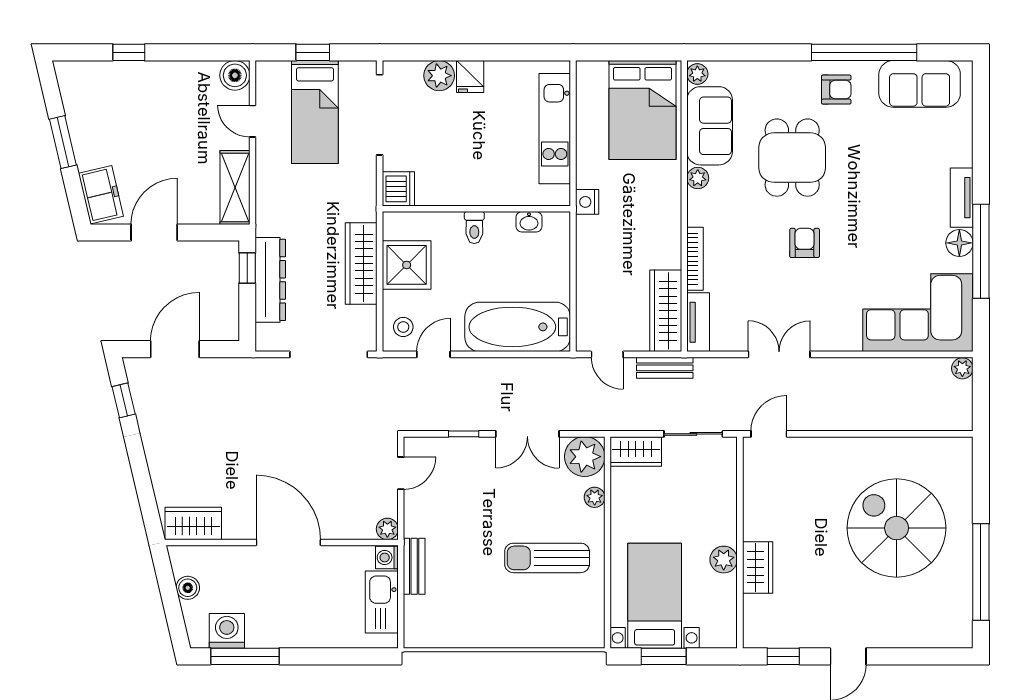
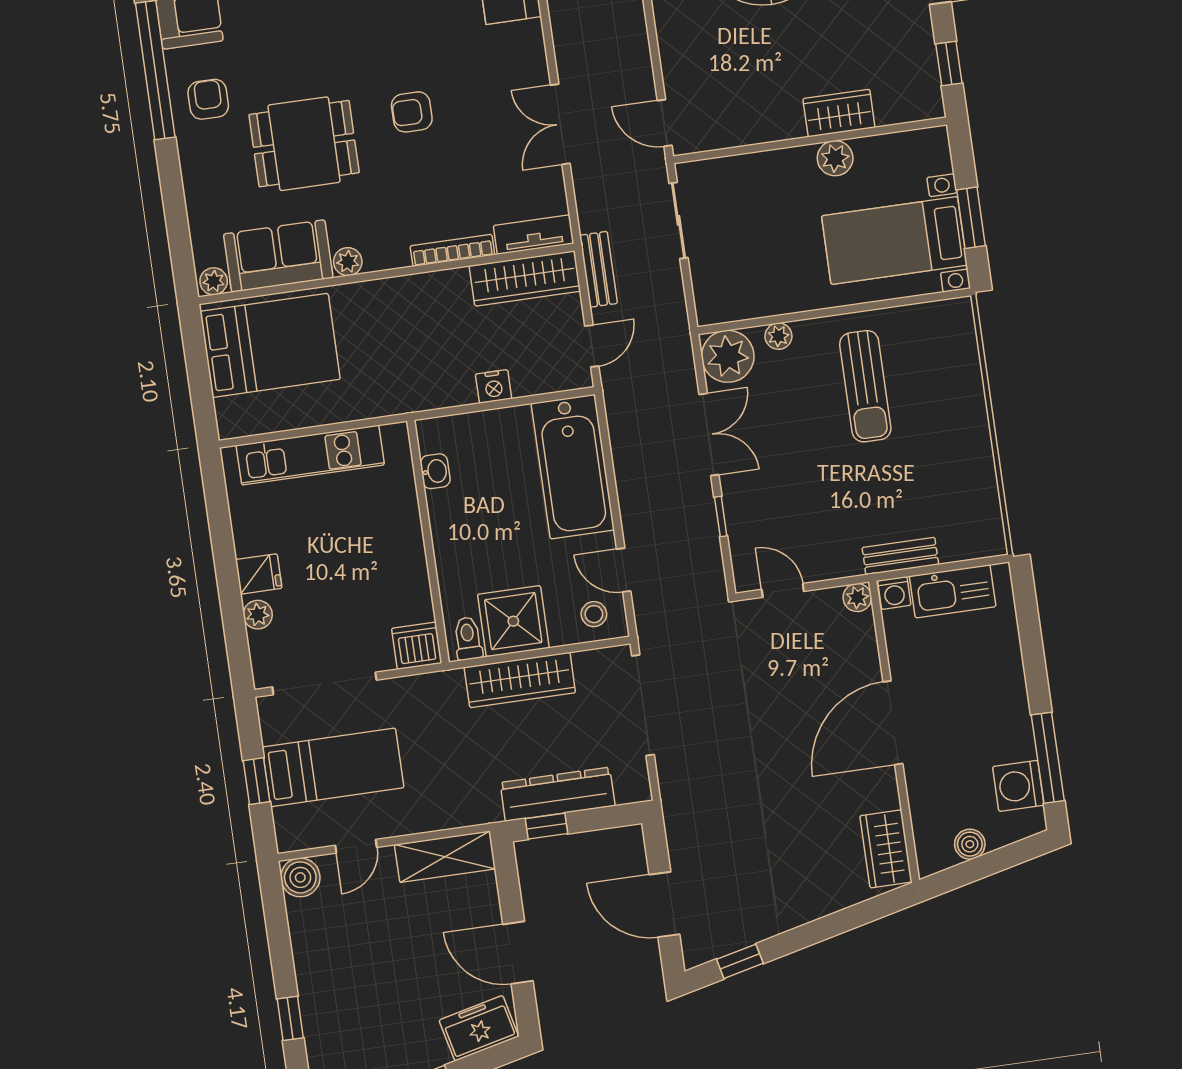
plant: (439, 76) -> (258, 615), width x0.73, depth x0.73
nightstand: (587, 202) -> (494, 386), moved
toilet: (474, 227) -> (468, 638), moved, turned -90
wardrobe: (636, 451) -> (712, 291), removed

